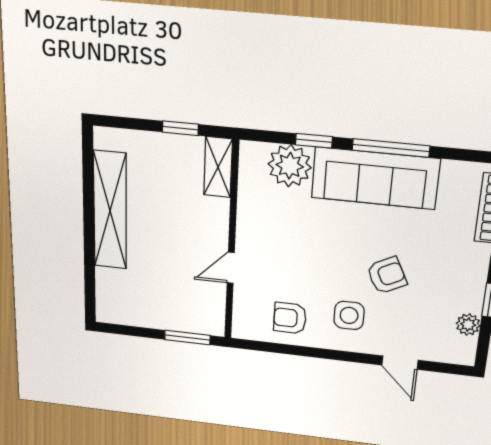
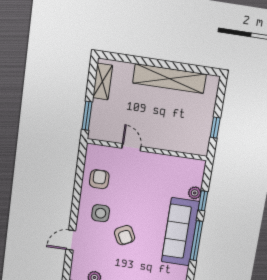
plant: (290, 166) -> (195, 193), width x0.53, depth x0.53
shelving: (218, 167) -> (103, 82), moved, turned 90

